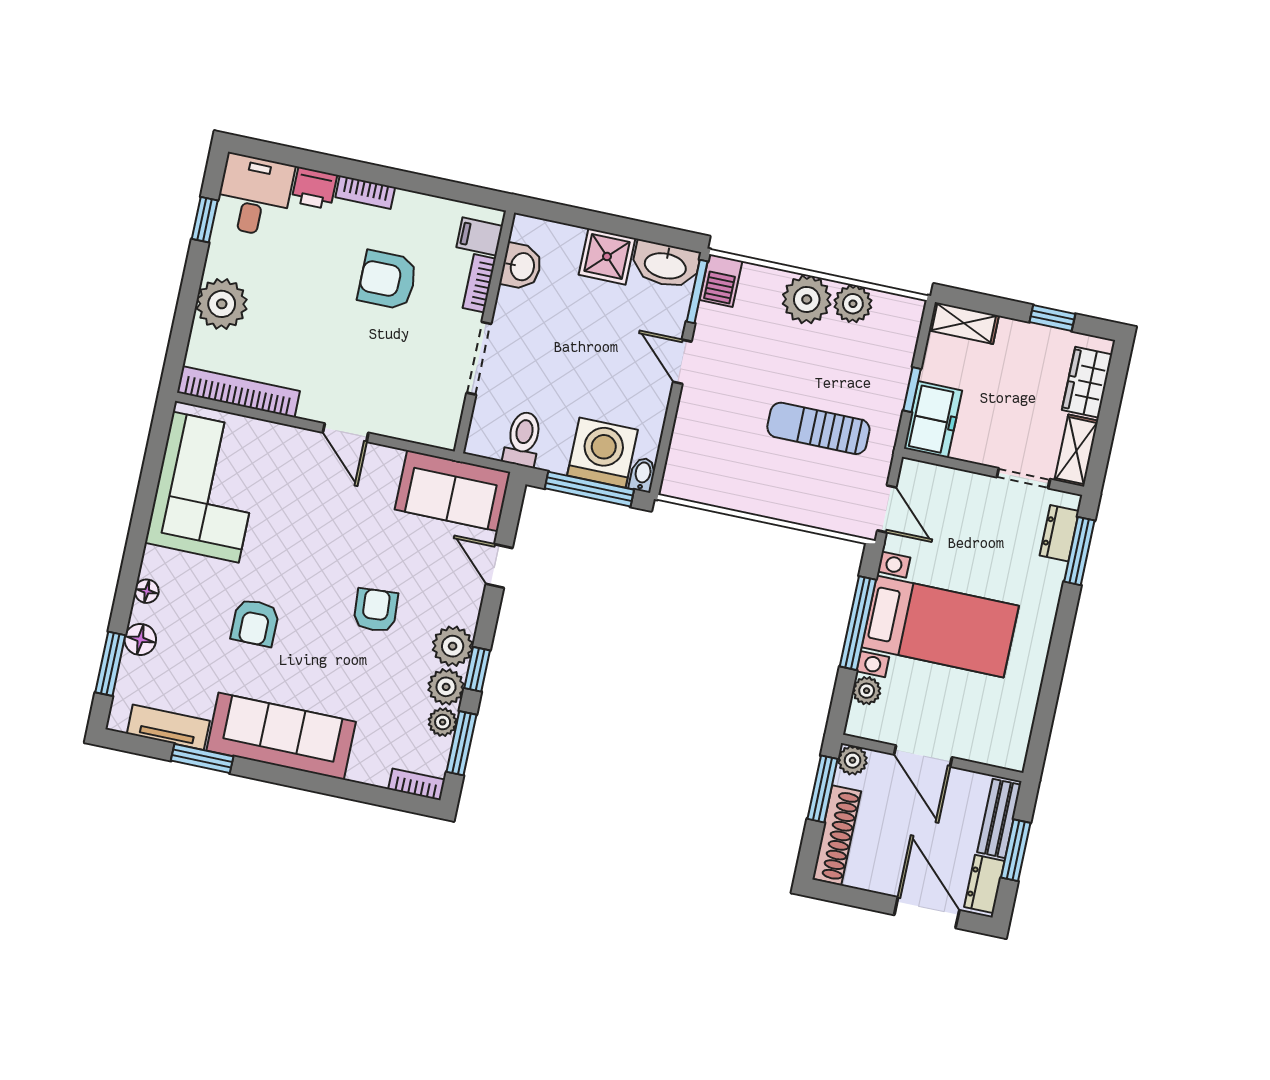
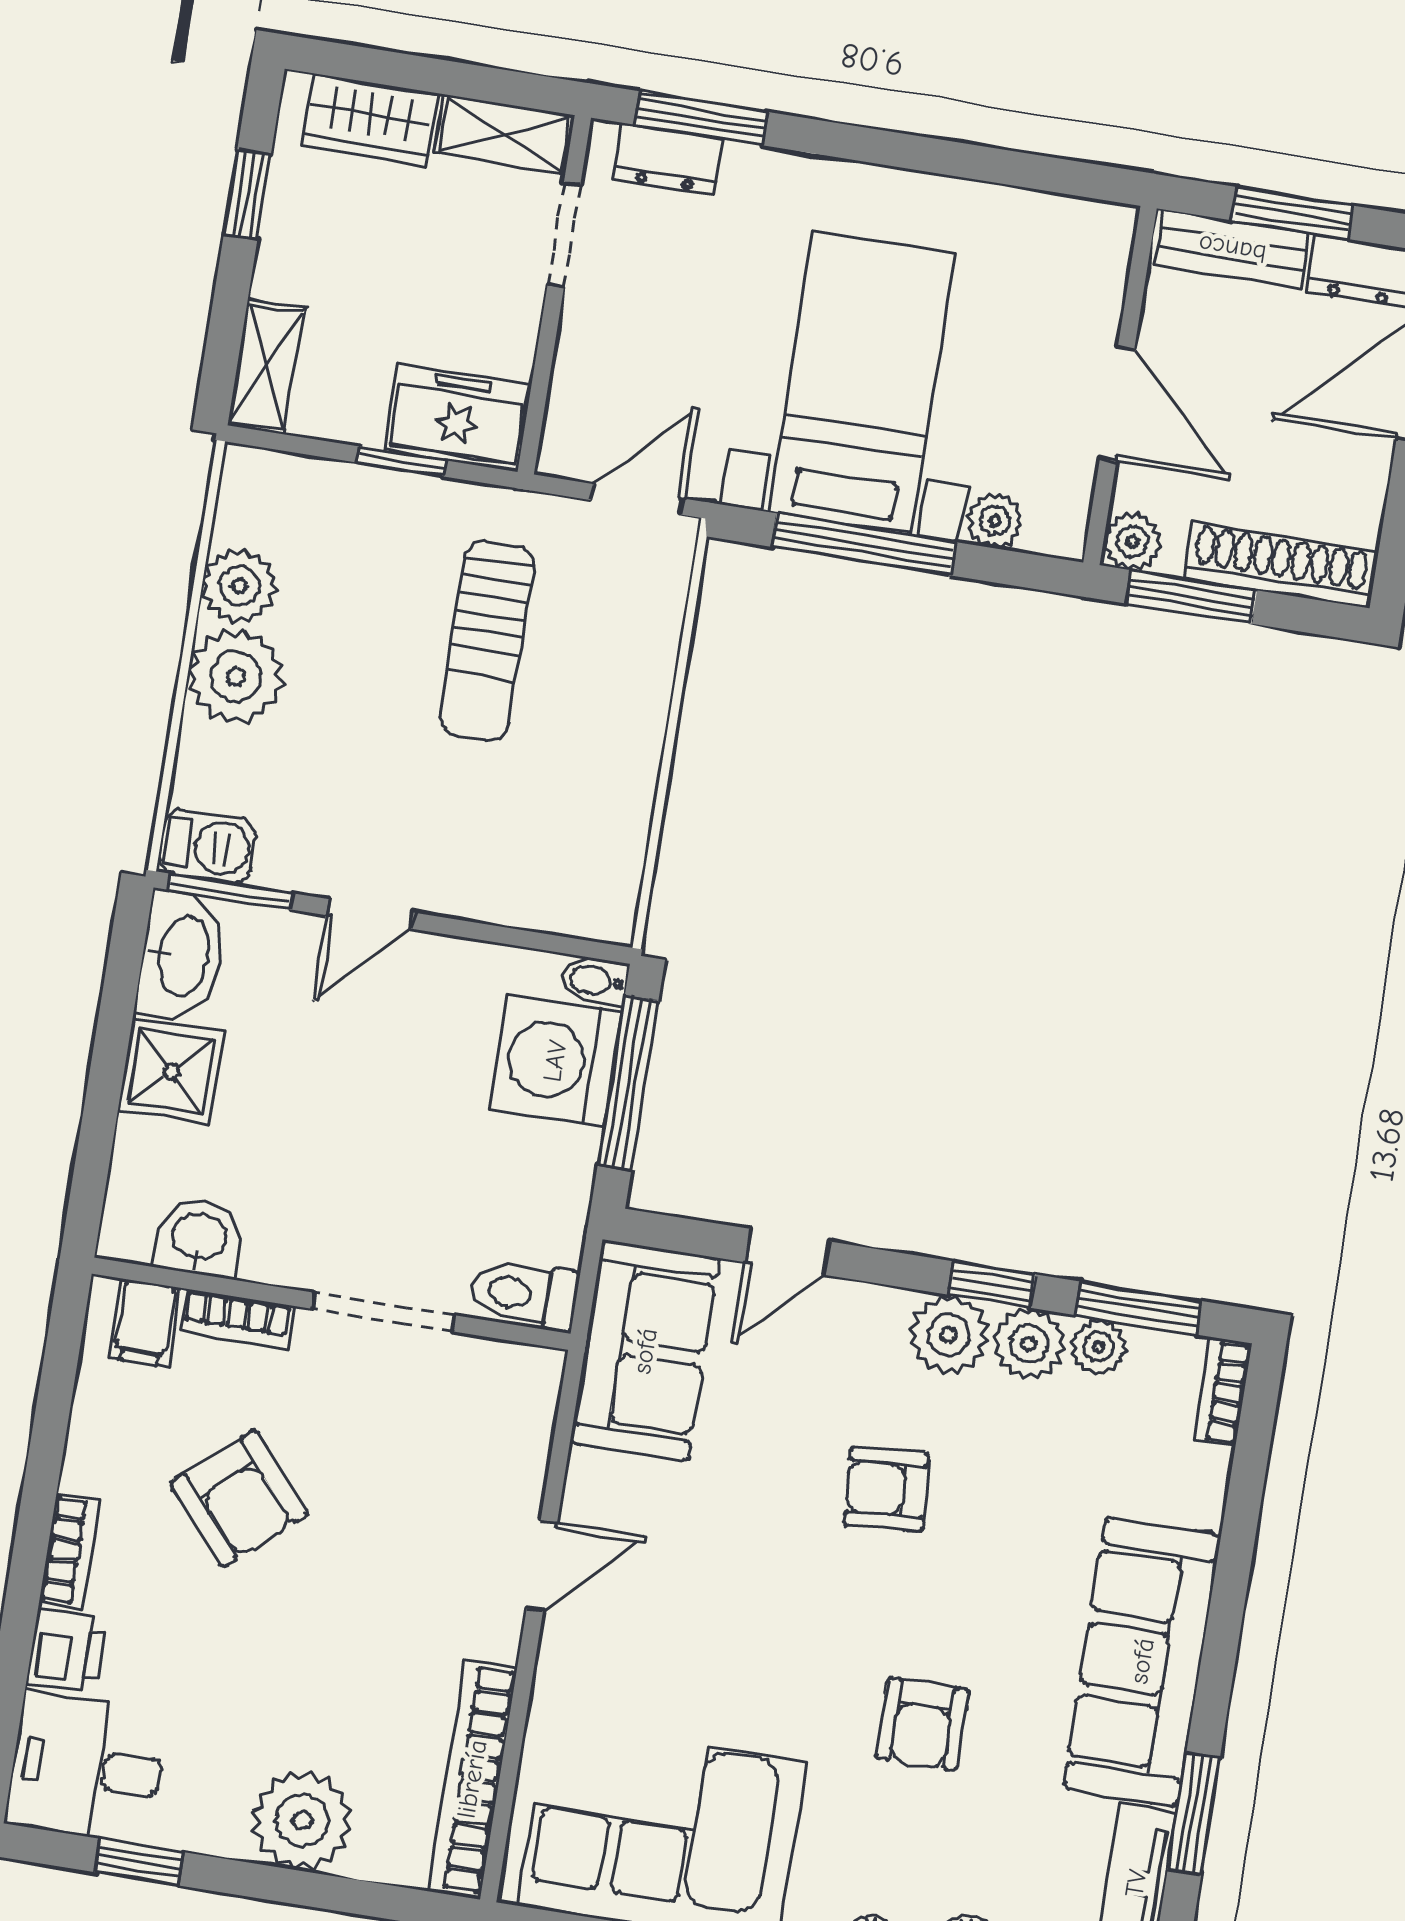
armchair: (388, 280) -> (239, 1499), turned -41
toilet: (523, 439) -> (524, 1294), moved
armchair: (255, 623) -> (922, 1724), turned 90
door: (923, 756) -> (1117, 404), hinge flipped

